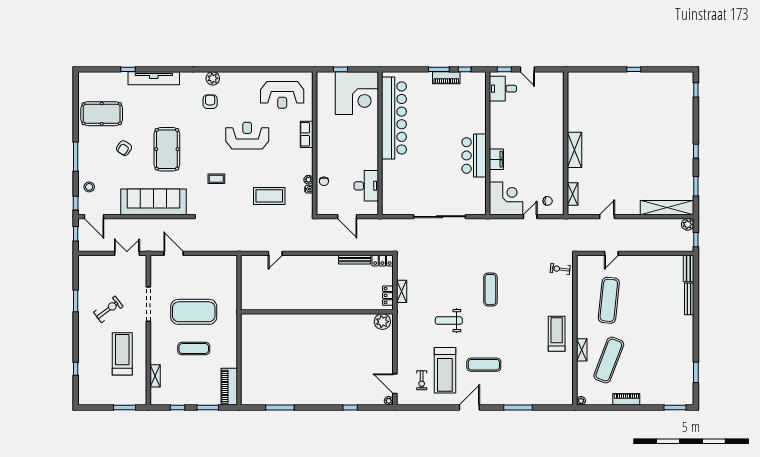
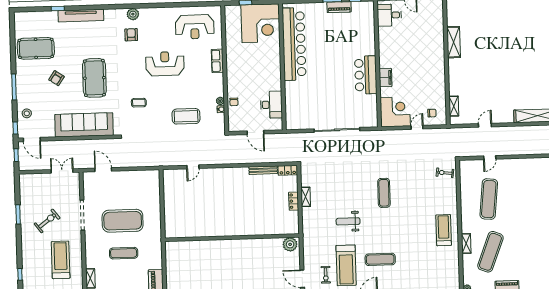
shelving: (575, 150) -> (454, 42), moved
wall: (317, 312) -> (232, 238), moved
plant: (382, 322) -> (290, 244), moved

